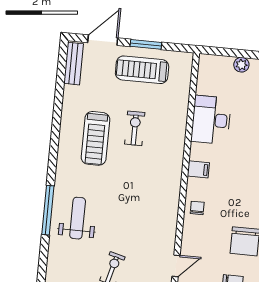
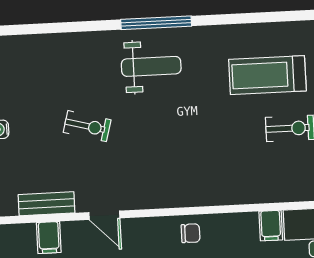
filing cabinet: (198, 169) -> (271, 226), moved

